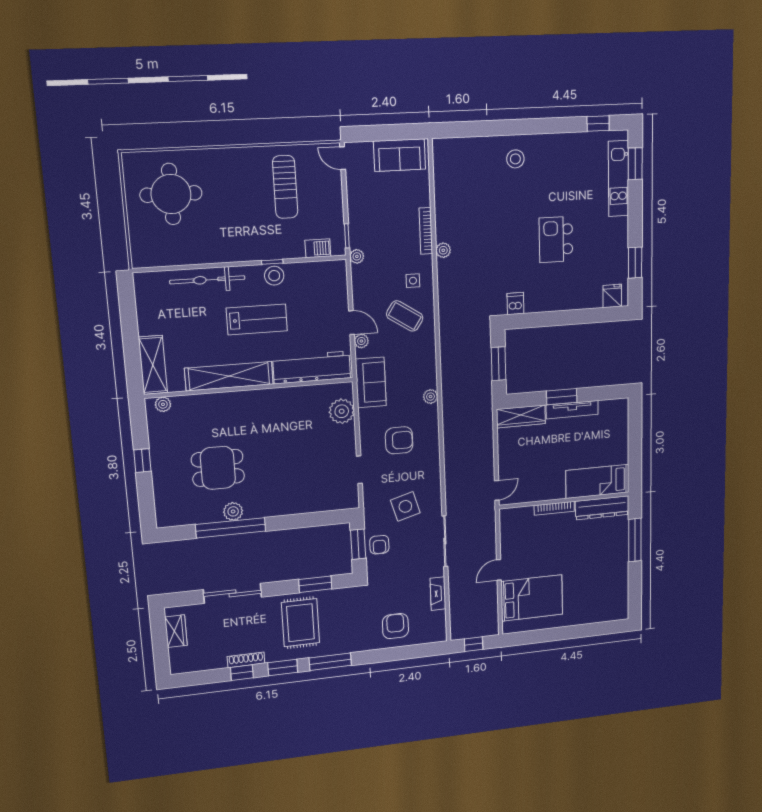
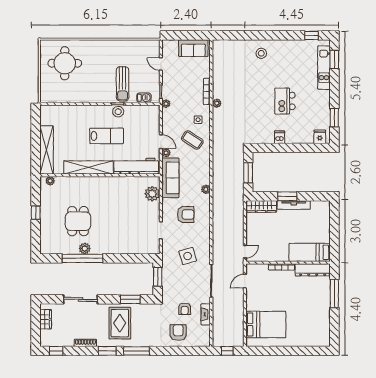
door: (343, 158) -> (161, 64), moved
sun lounger: (285, 187) -> (123, 84), moved
bicycle: (207, 280) -> (81, 112), removed
dishwasher: (515, 304) -> (280, 137), moved
shelving: (153, 365) -> (47, 150), width x1.47
sofa: (371, 382) -> (170, 178), width x1.36
dining table: (218, 468) -> (78, 221), turned 90
armchair: (379, 545) -> (185, 309), moved
door: (499, 570) -> (245, 281), moved
window: (242, 673) -> (56, 351), moved

